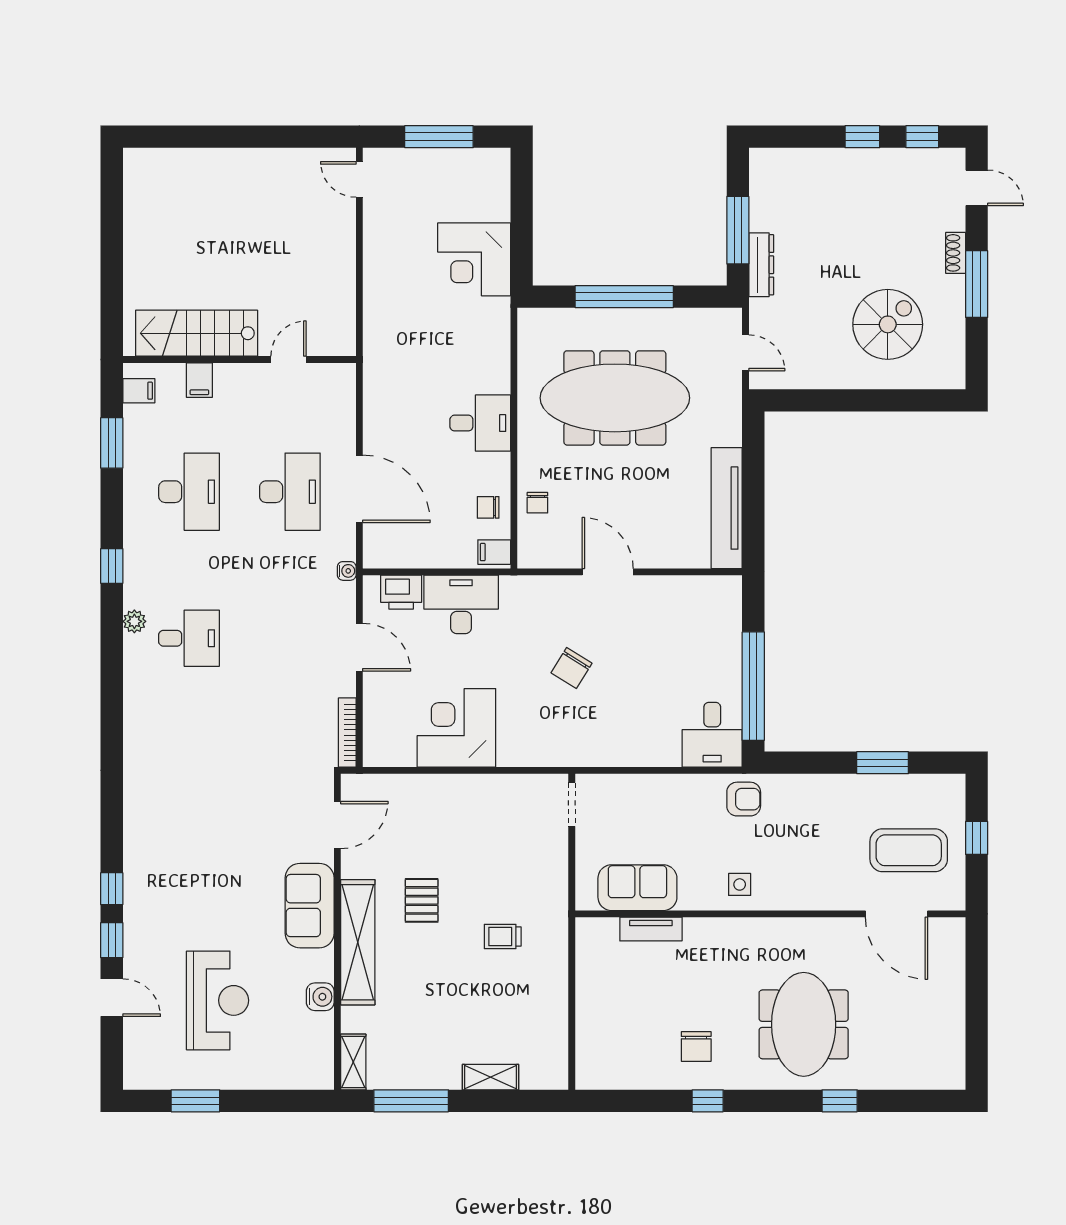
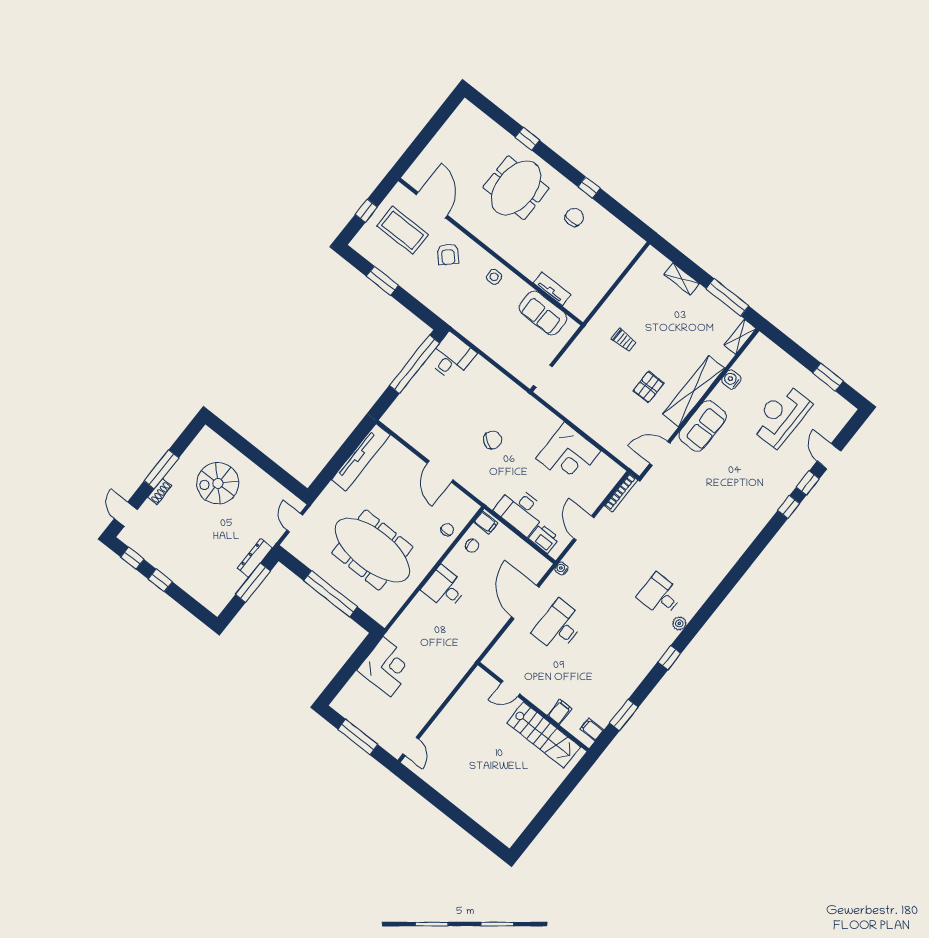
desk: (189, 492) -> (606, 664), removed
armchair: (744, 799) -> (448, 254), moved, turned -133

